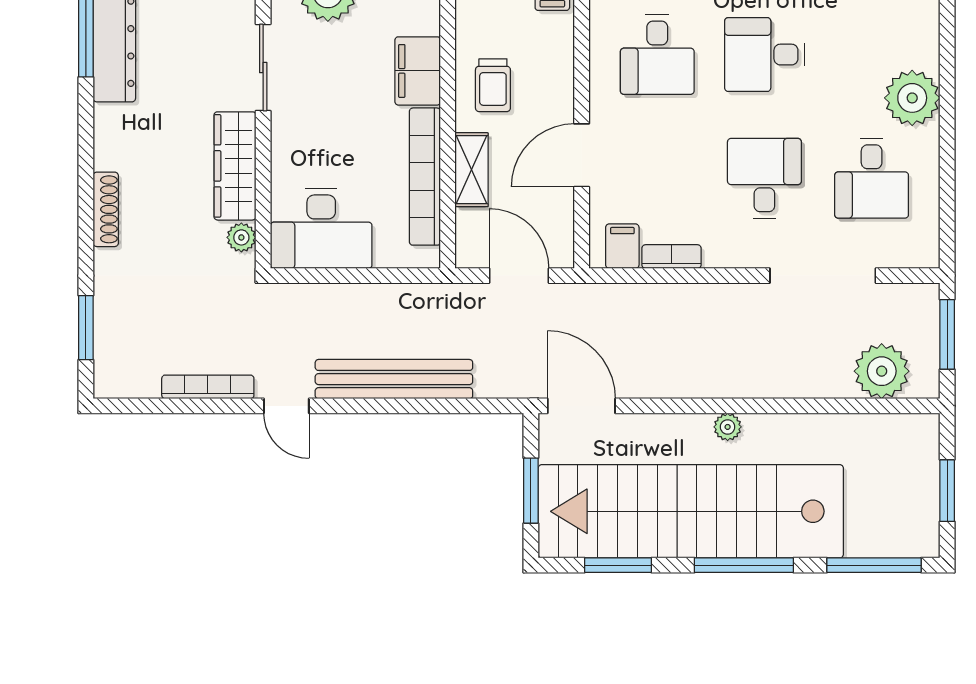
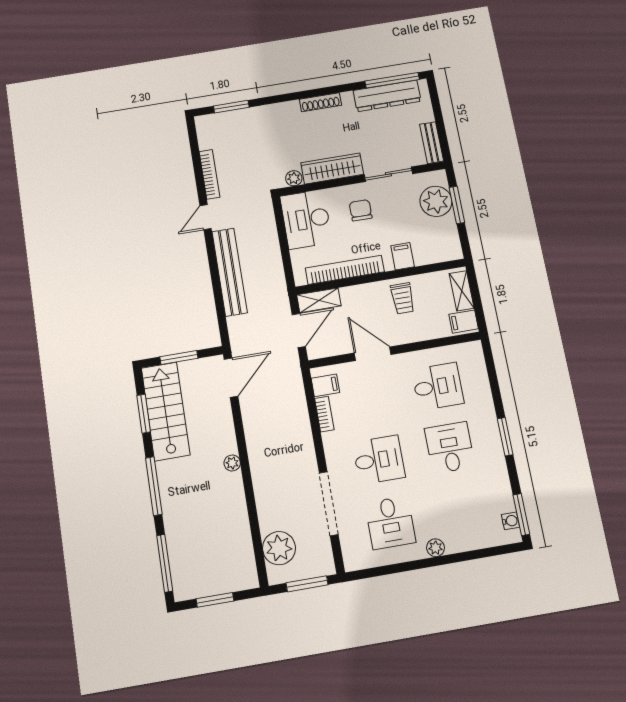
desk: (657, 55) -> (438, 386), turned 180
filing cabinet: (418, 71) -> (403, 256), width x0.50
trolley: (493, 85) -> (403, 298), turned -90
plant: (912, 98) -> (436, 548), width x0.53, depth x0.53
chair: (321, 129) -> (361, 210), added
shelving: (472, 170) -> (319, 300), moved
desk: (872, 178) -> (390, 523), turned -90
shoe rack: (106, 209) -> (320, 102), moved
stairs: (691, 511) -> (166, 411), width x0.54, depth x0.66

